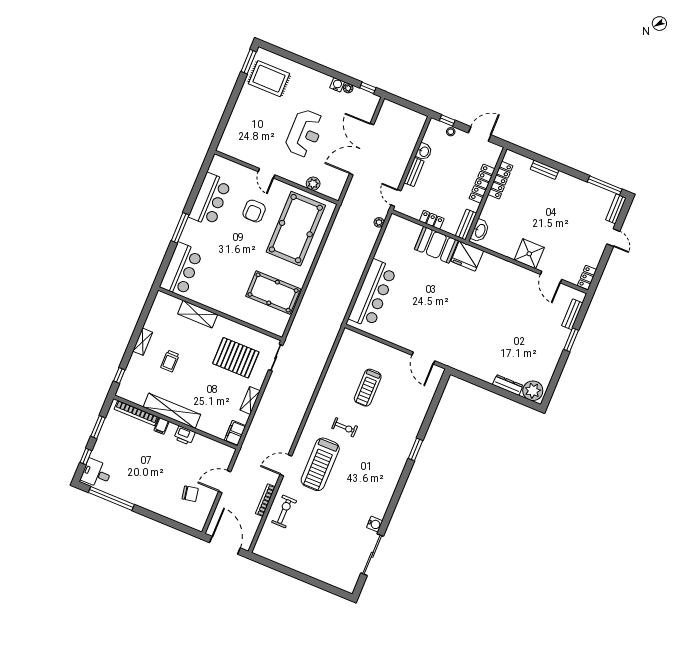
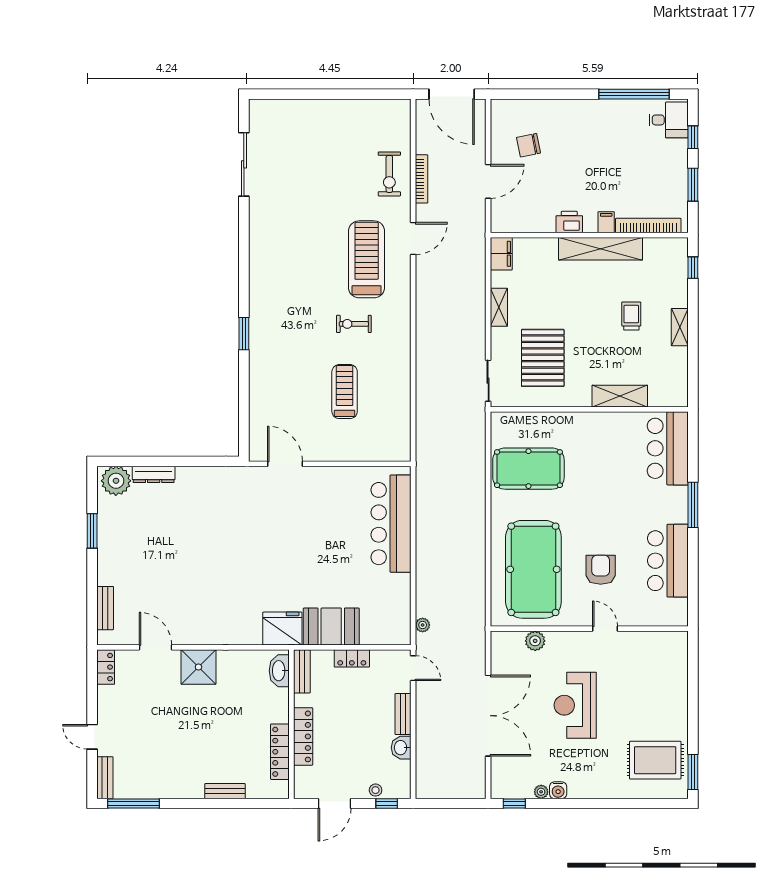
window: (571, 340) -> (92, 531), moved
pallet: (236, 358) -> (543, 358), turned 90
water cooler: (375, 524) -> (258, 208), removed

